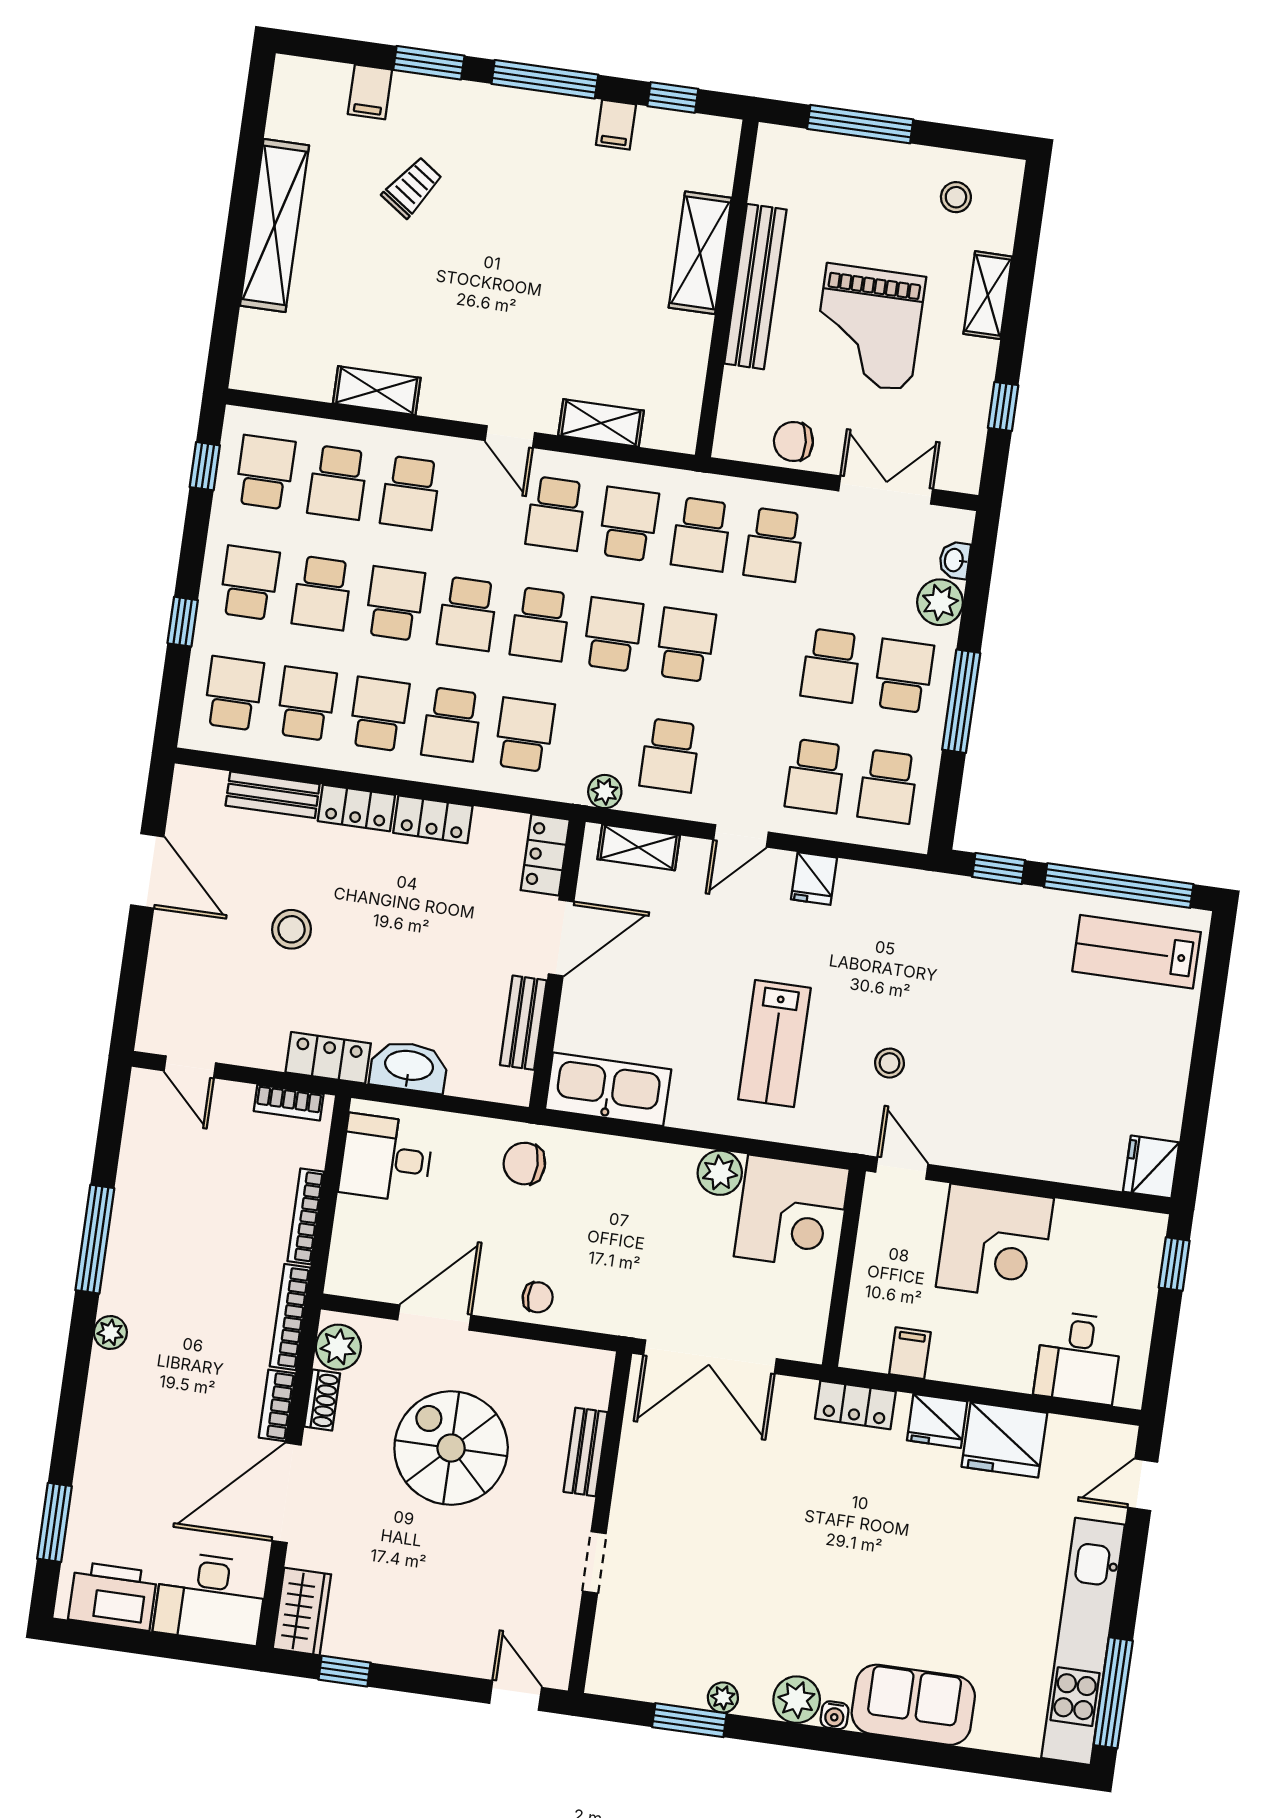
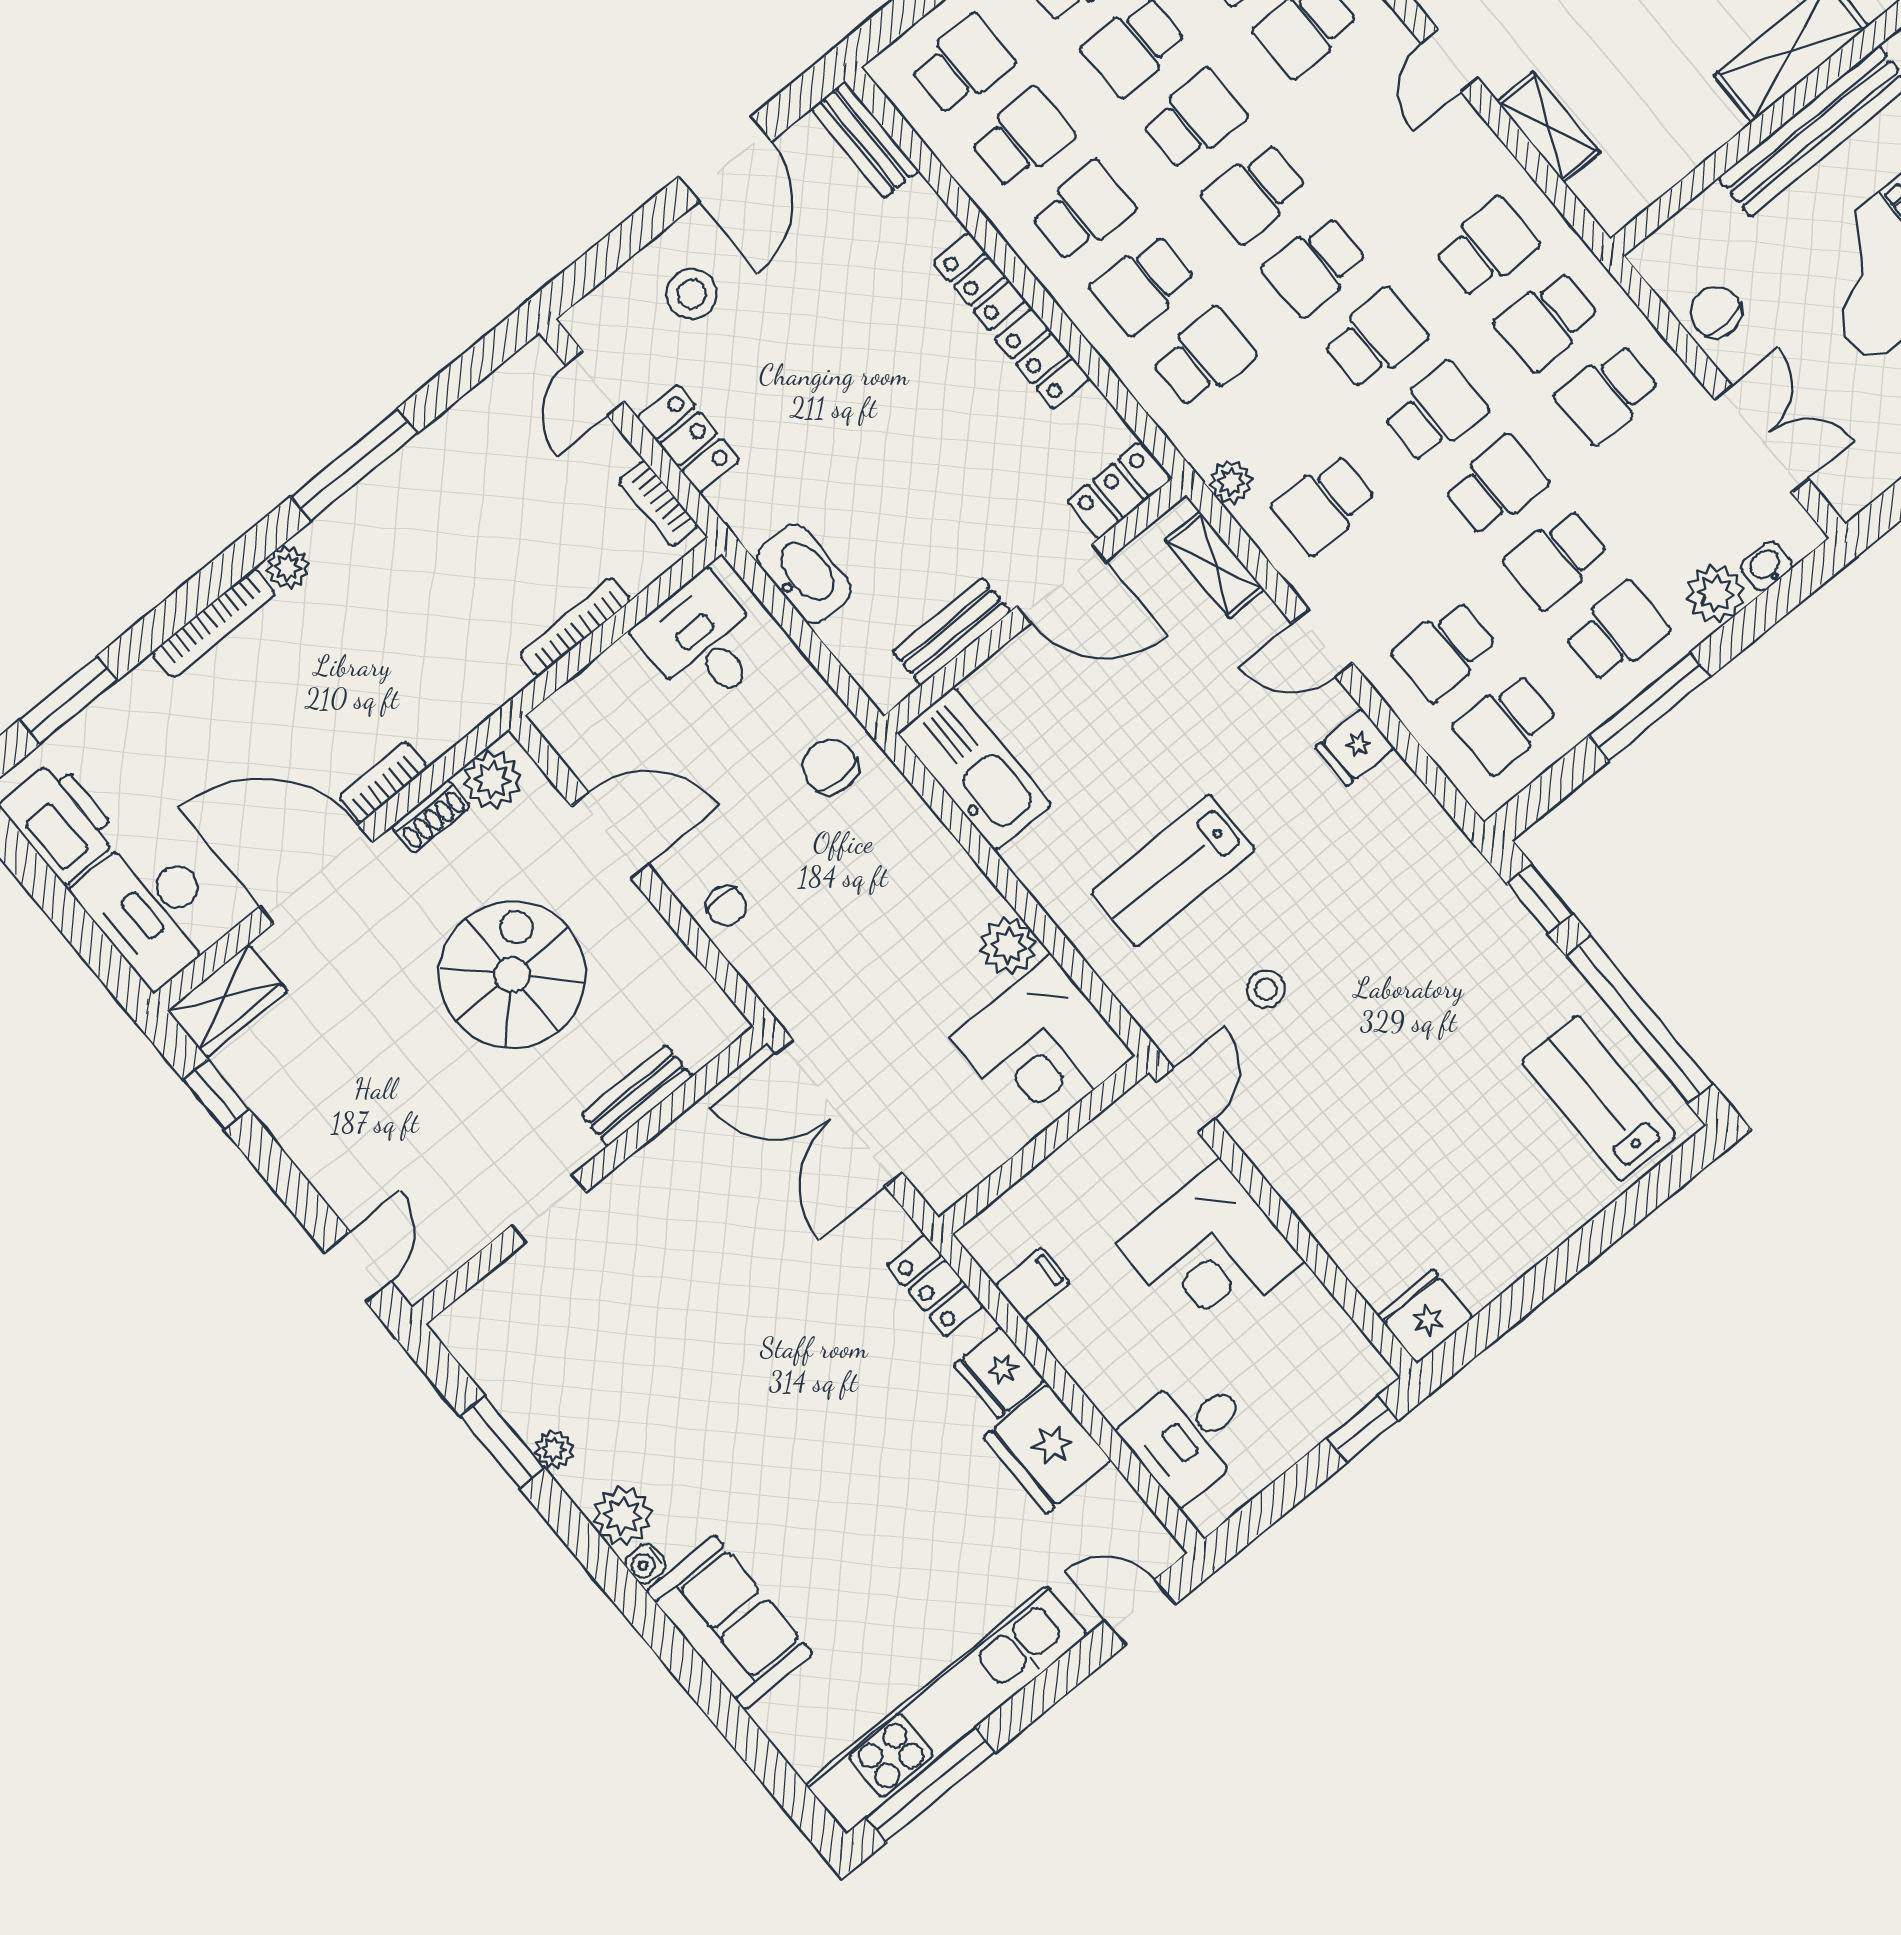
school desk: (556, 514) -> (1496, 486), moved, turned 180
bench: (273, 795) -> (865, 140), moved
stool: (291, 929) -> (692, 294), moved
locker: (328, 1058) -> (688, 439), moved
bookcase: (290, 1317) -> (214, 623), moved, turned 180

